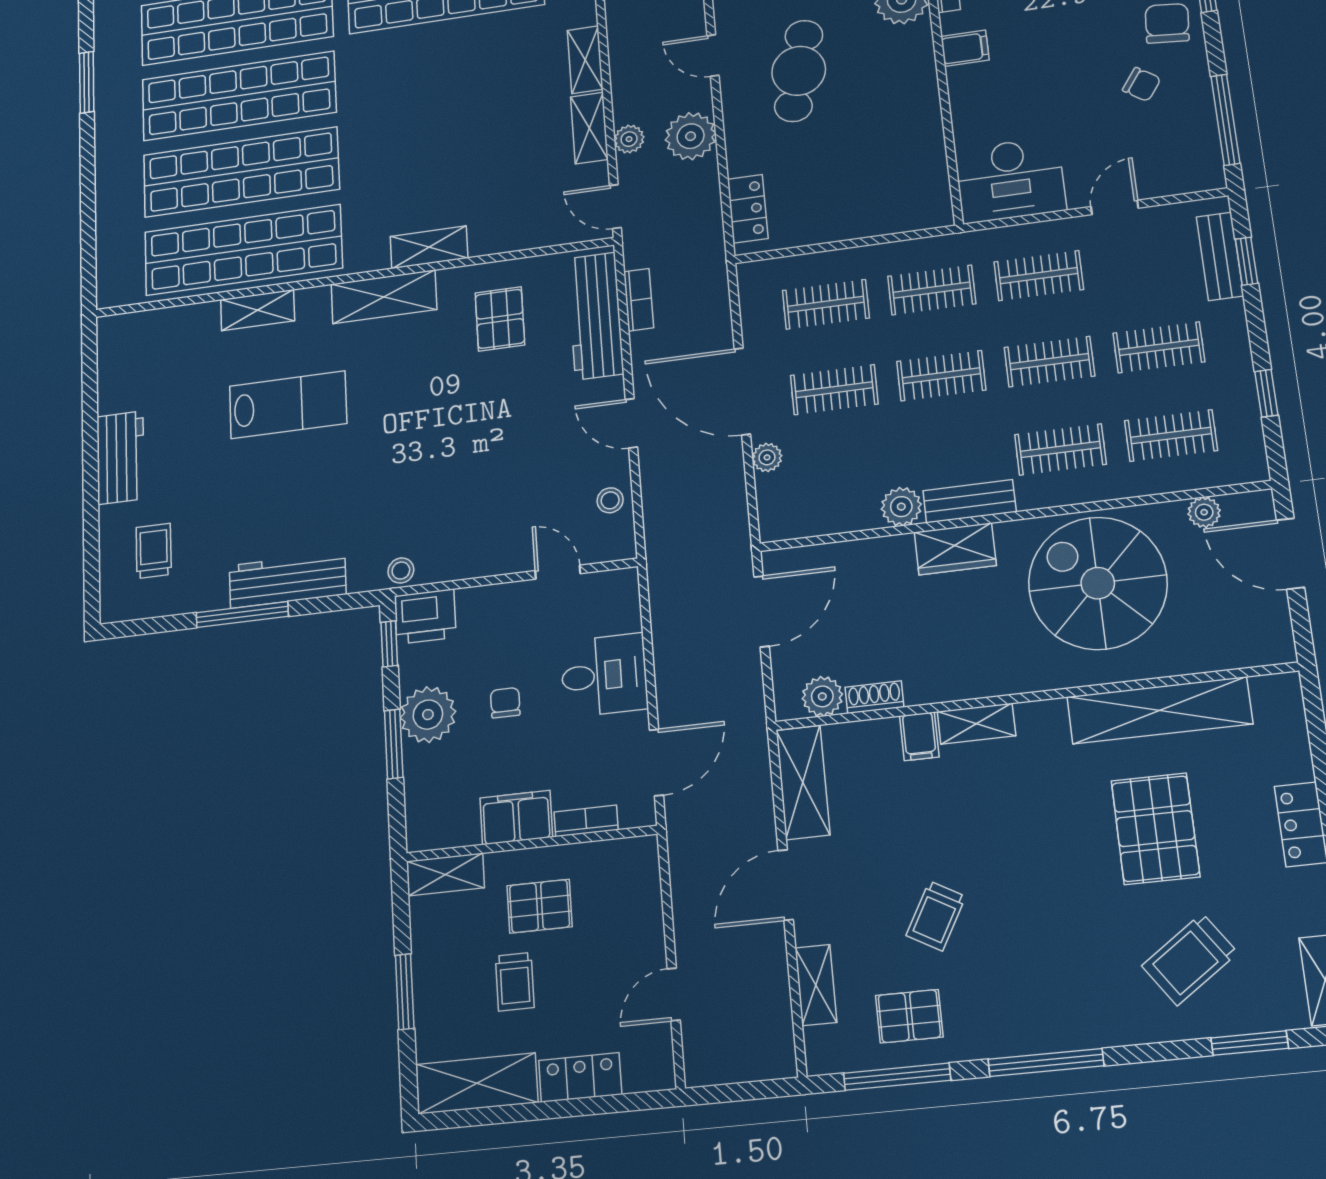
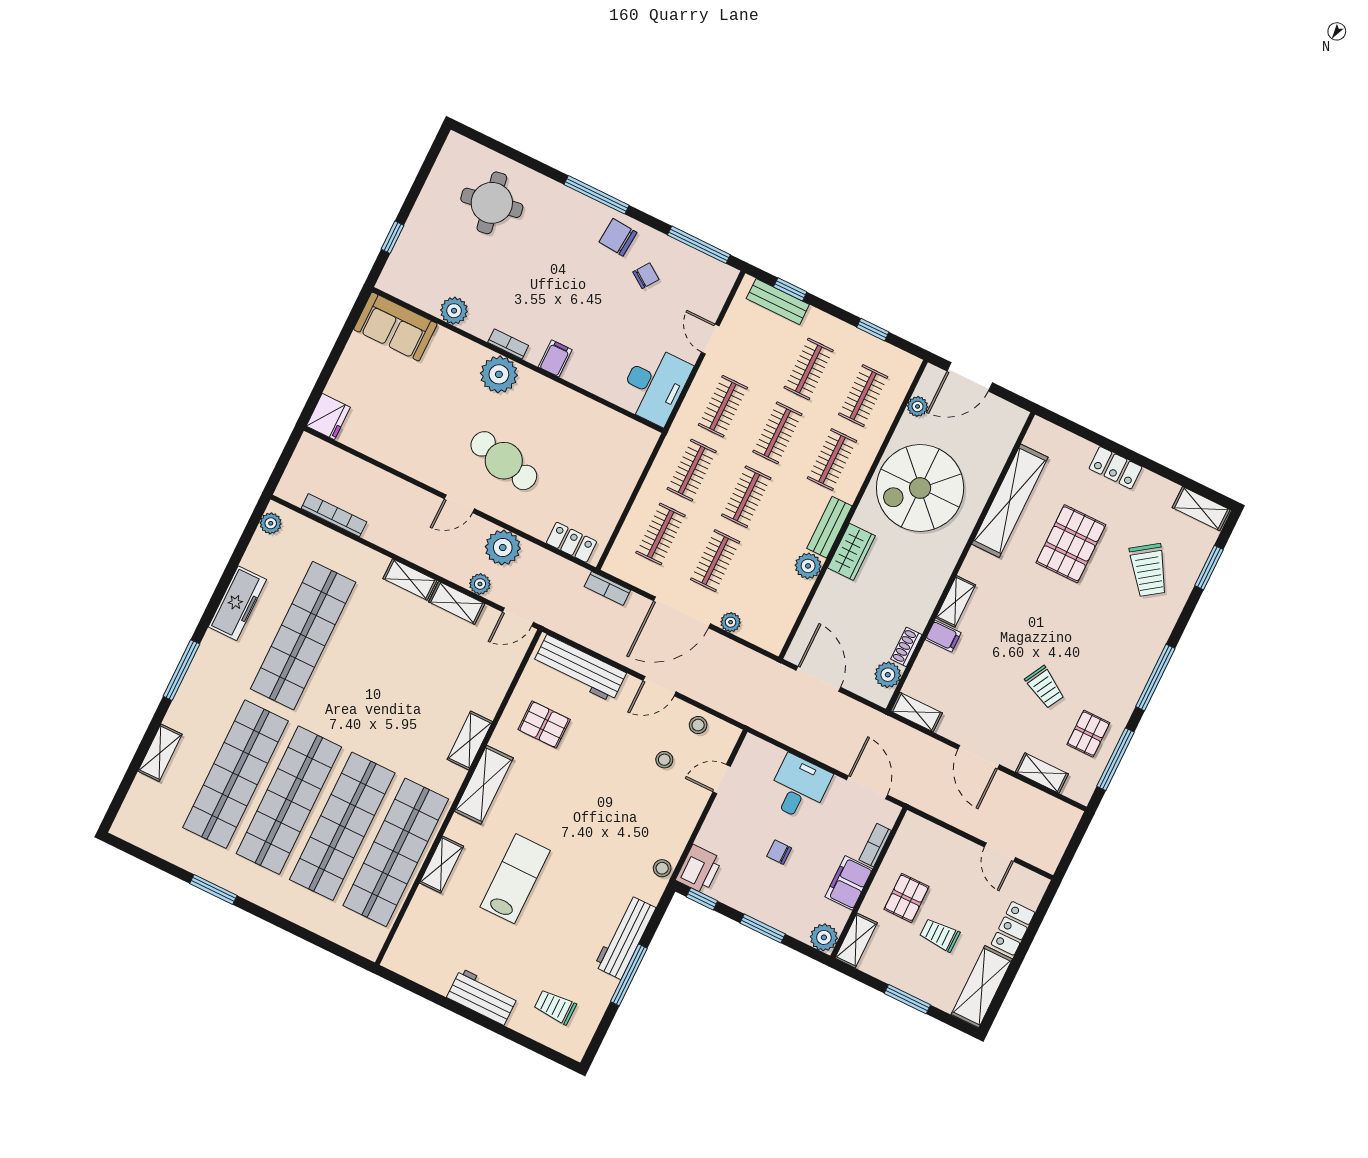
bookcase: (639, 300) -> (607, 588), moved, turned 180
stool: (541, 487) -> (664, 760), added
plant: (428, 715) -> (824, 937), moved, width x0.73, depth x0.73
shelving: (803, 782) -> (917, 712), width x0.67, depth x0.75
pallet: (1155, 829) -> (1071, 544), turned 90
trolley: (515, 982) -> (940, 935), turned 180

